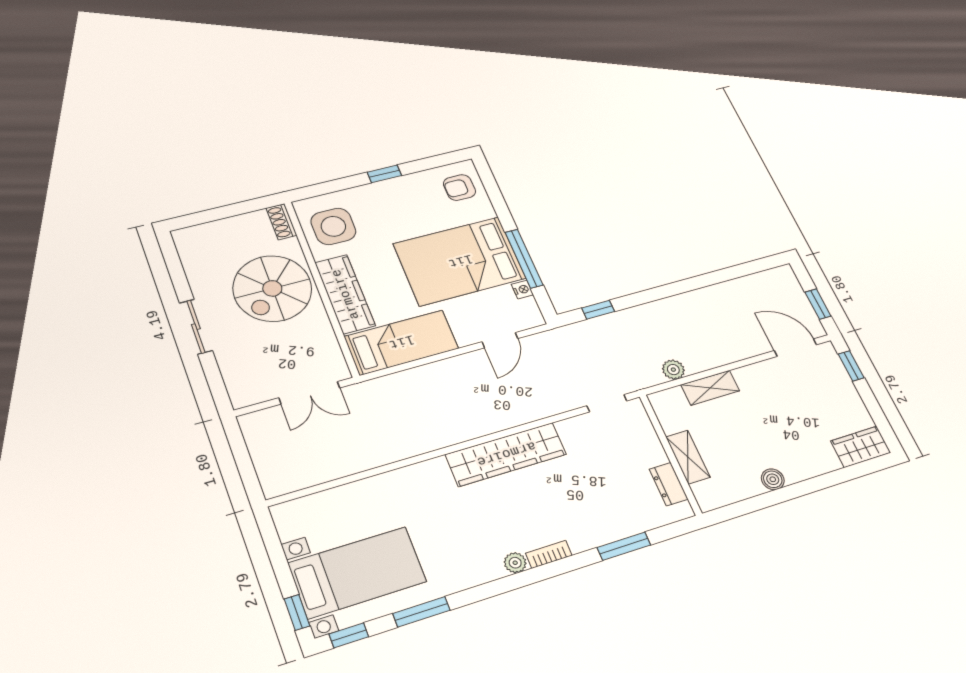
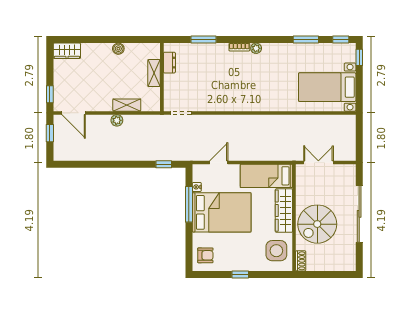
spiral stairs: (272, 288) -> (317, 224), turned 180
sliding door: (196, 327) -> (359, 214), width x1.86
plant: (673, 370) -> (117, 120), moved
wardrobe: (506, 454) -> (239, 102), removed
bed with nightstands: (357, 572) -> (327, 87), moved

